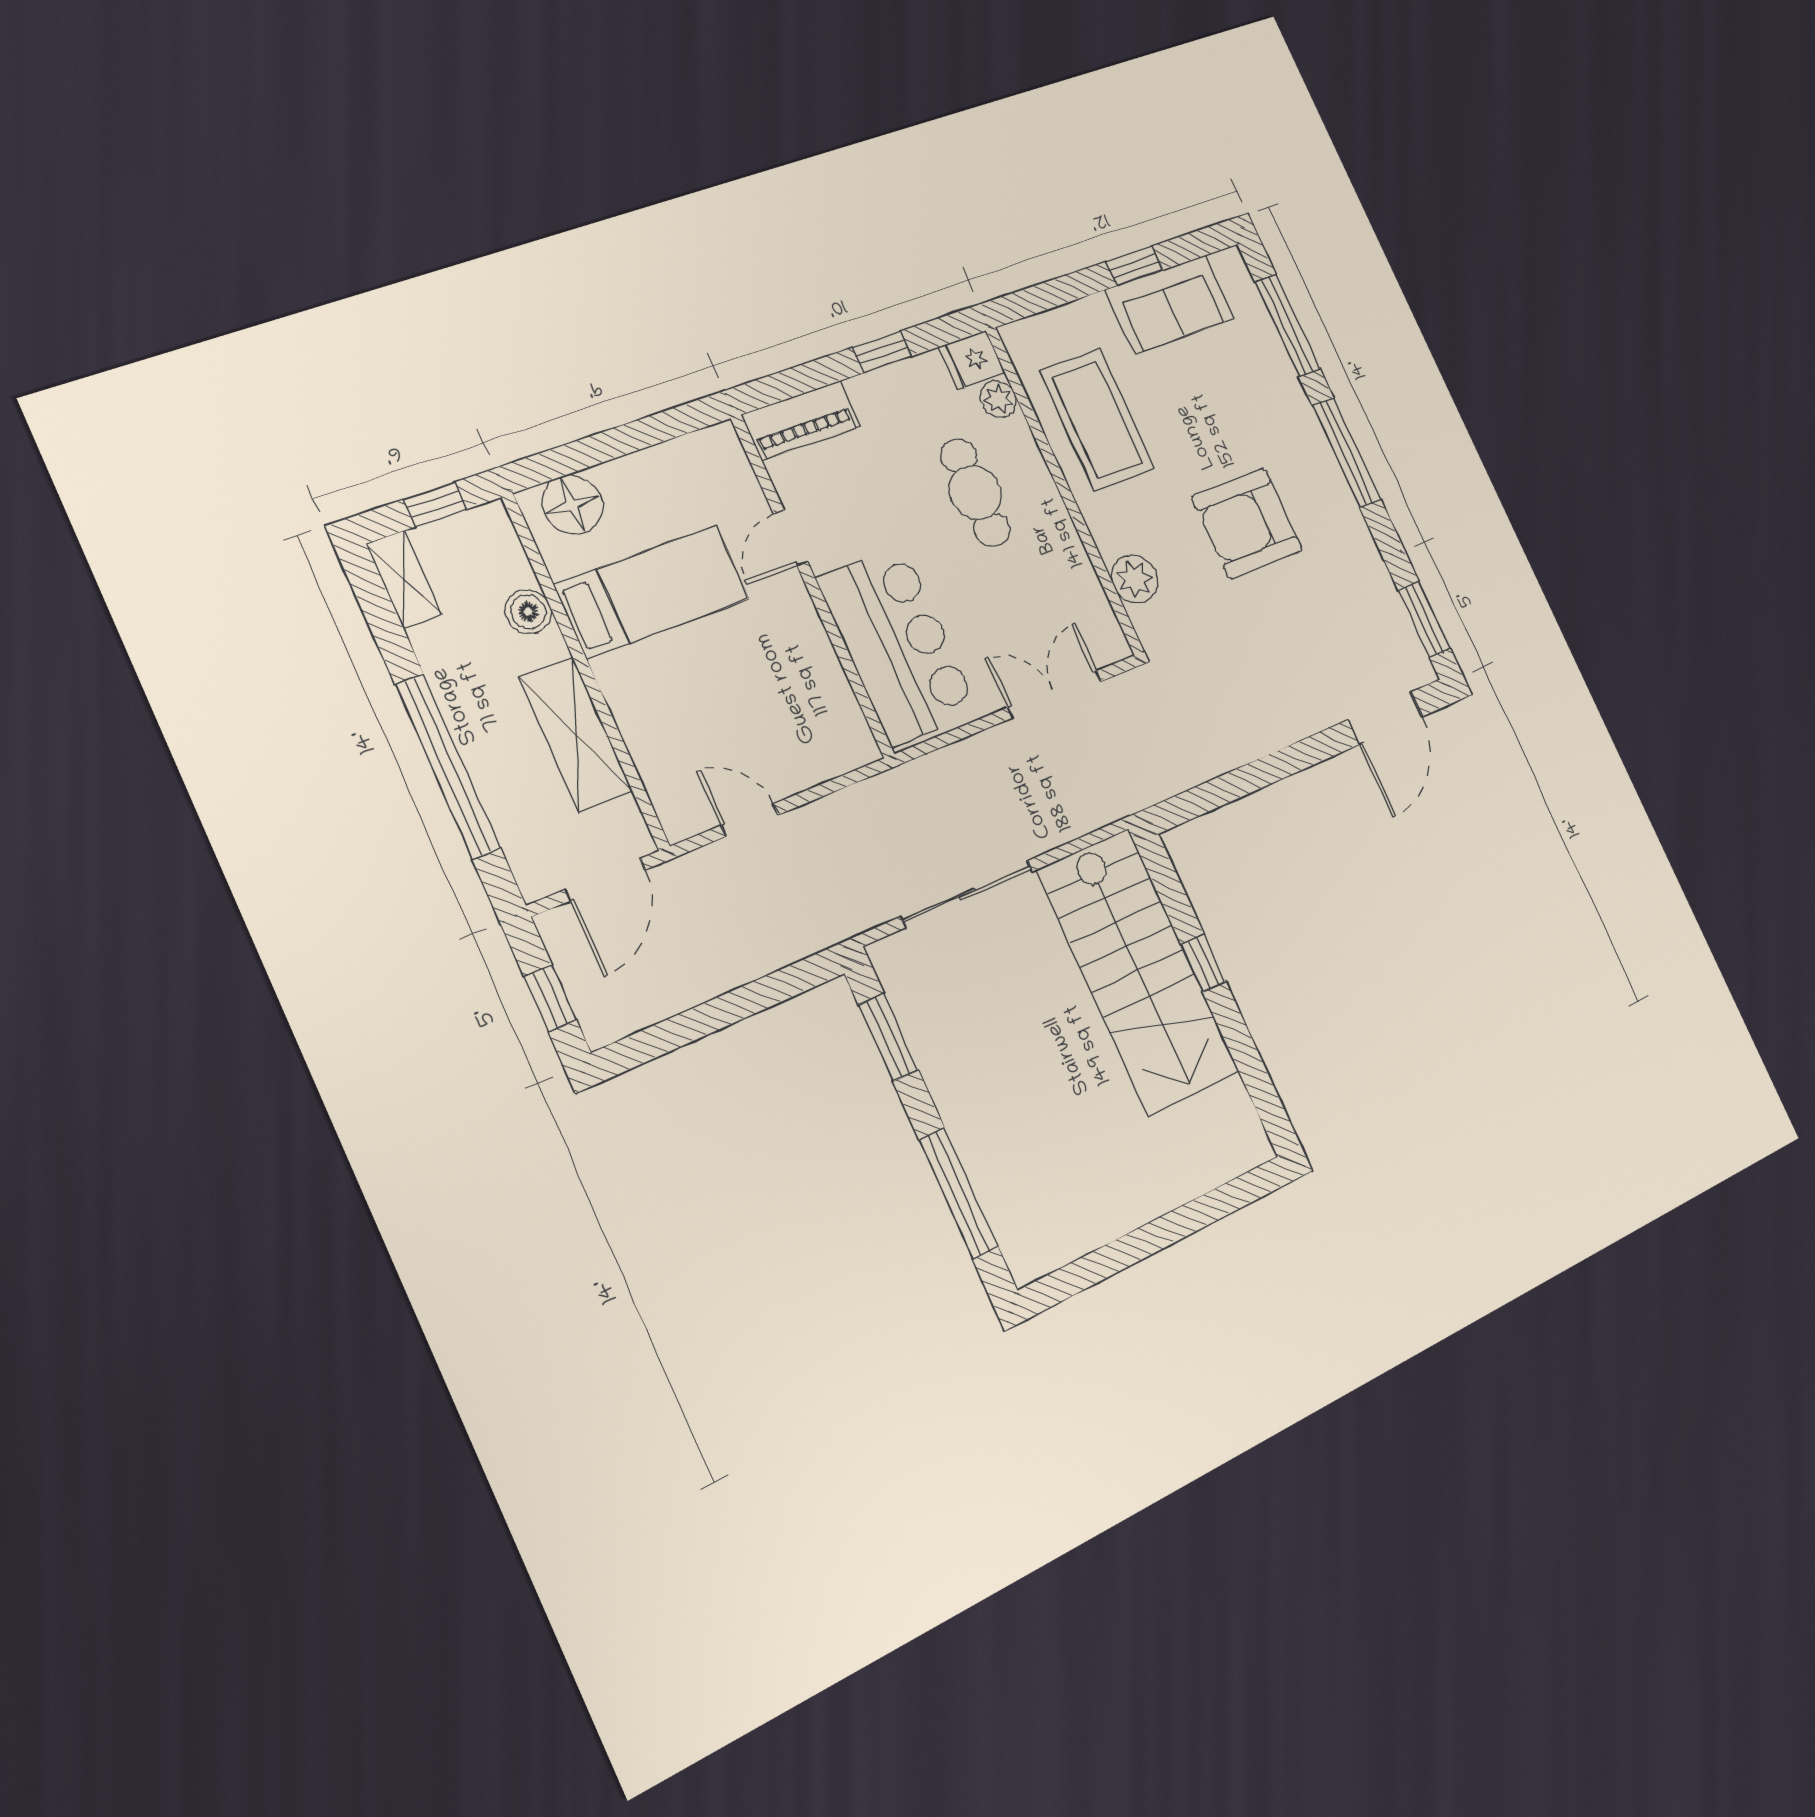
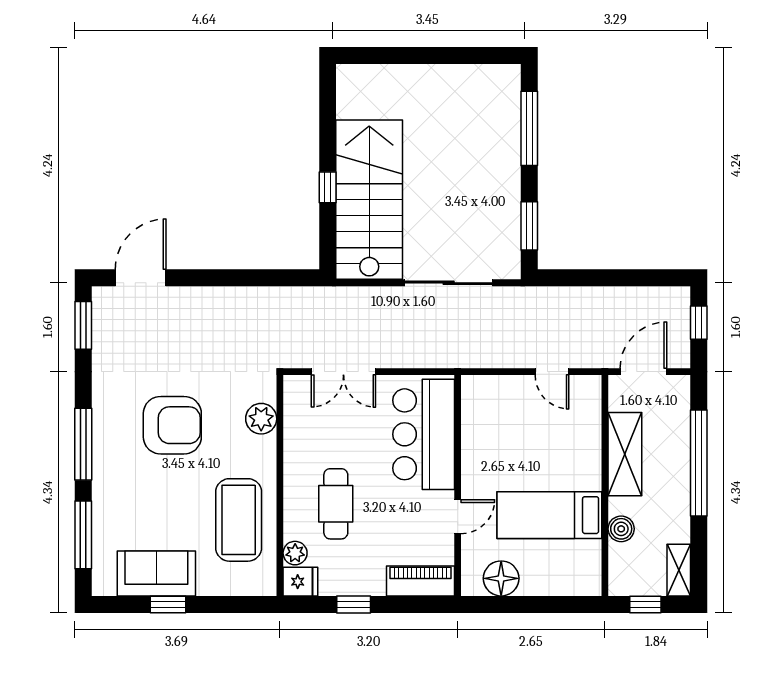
floor lamp: (572, 505) -> (501, 578), moved

